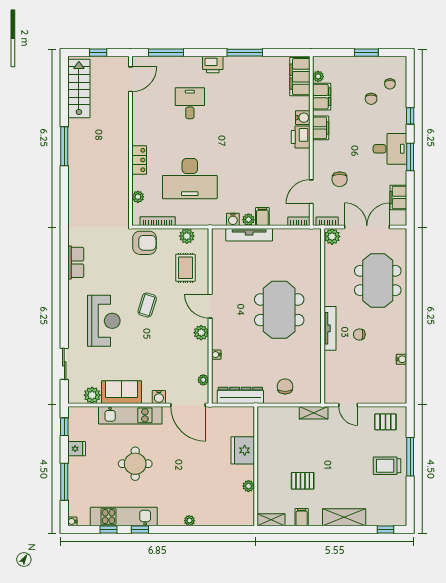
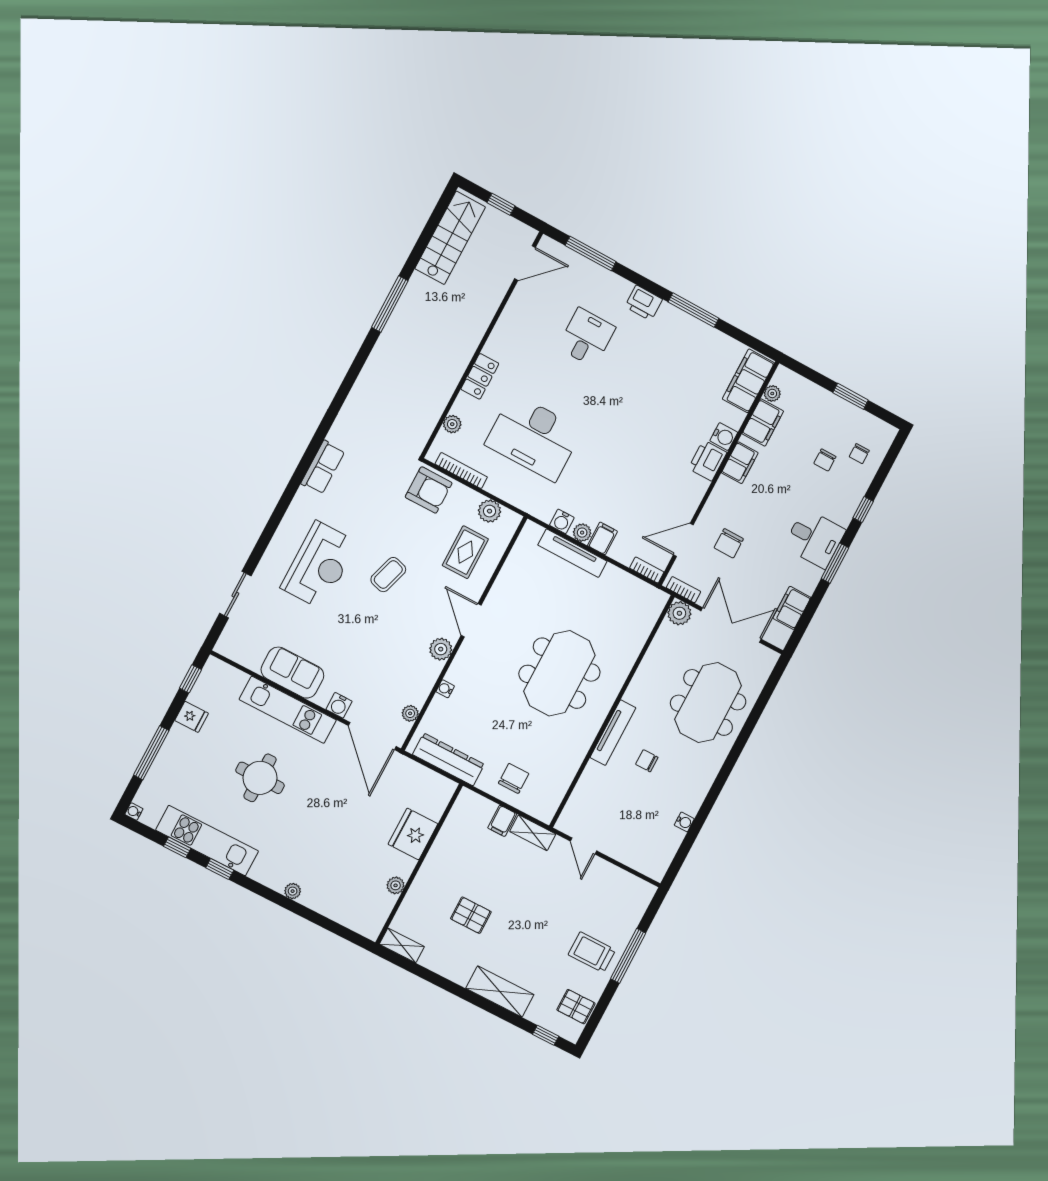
plant: (92, 395) -> (251, 656), removed
pallet: (385, 422) -> (576, 1007), moved
filing cabinet: (302, 517) -> (502, 821), moved, turned 180

